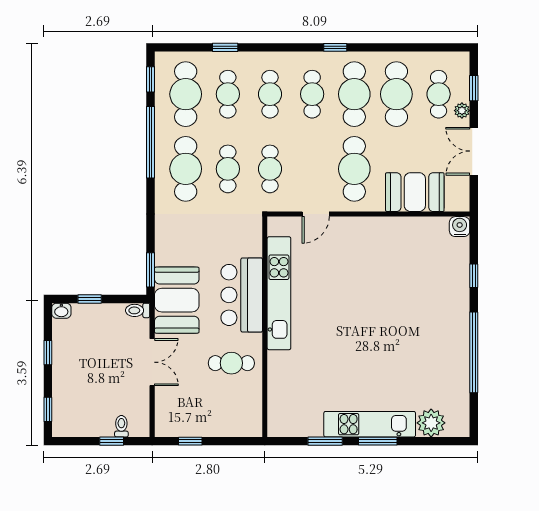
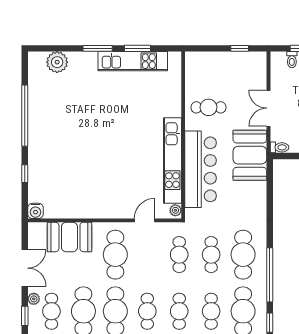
plant: (275, 227) -> (175, 210), added
window: (151, 270) -> (270, 178), removed
bar counter: (242, 295) -> (201, 169), width x1.36
kitchen unit: (370, 424) -> (133, 61), moved

